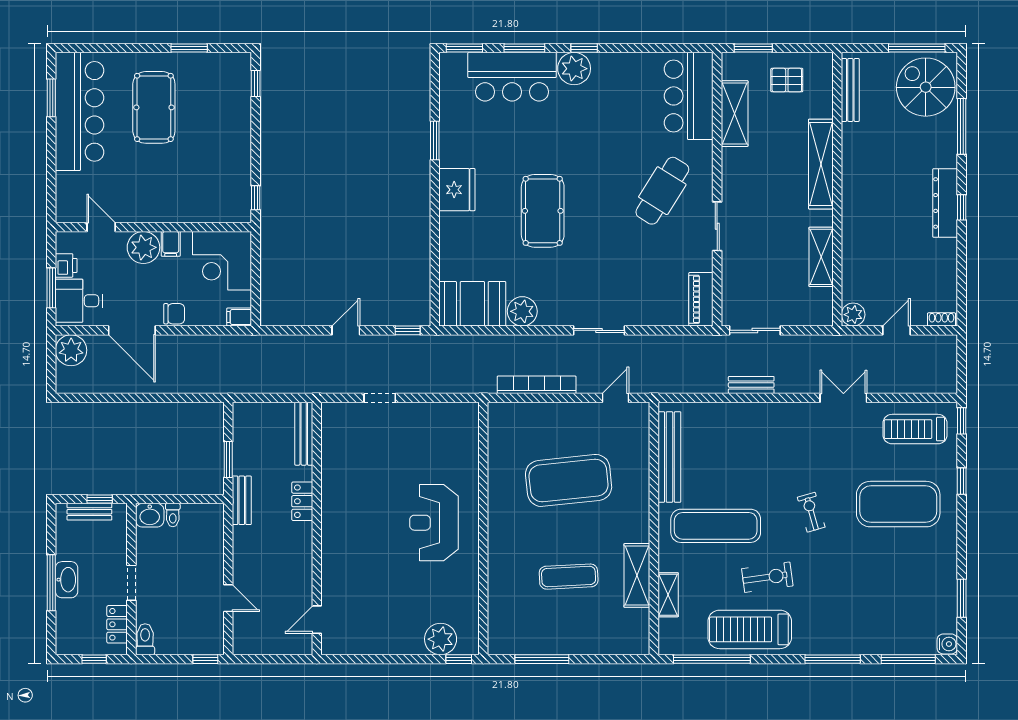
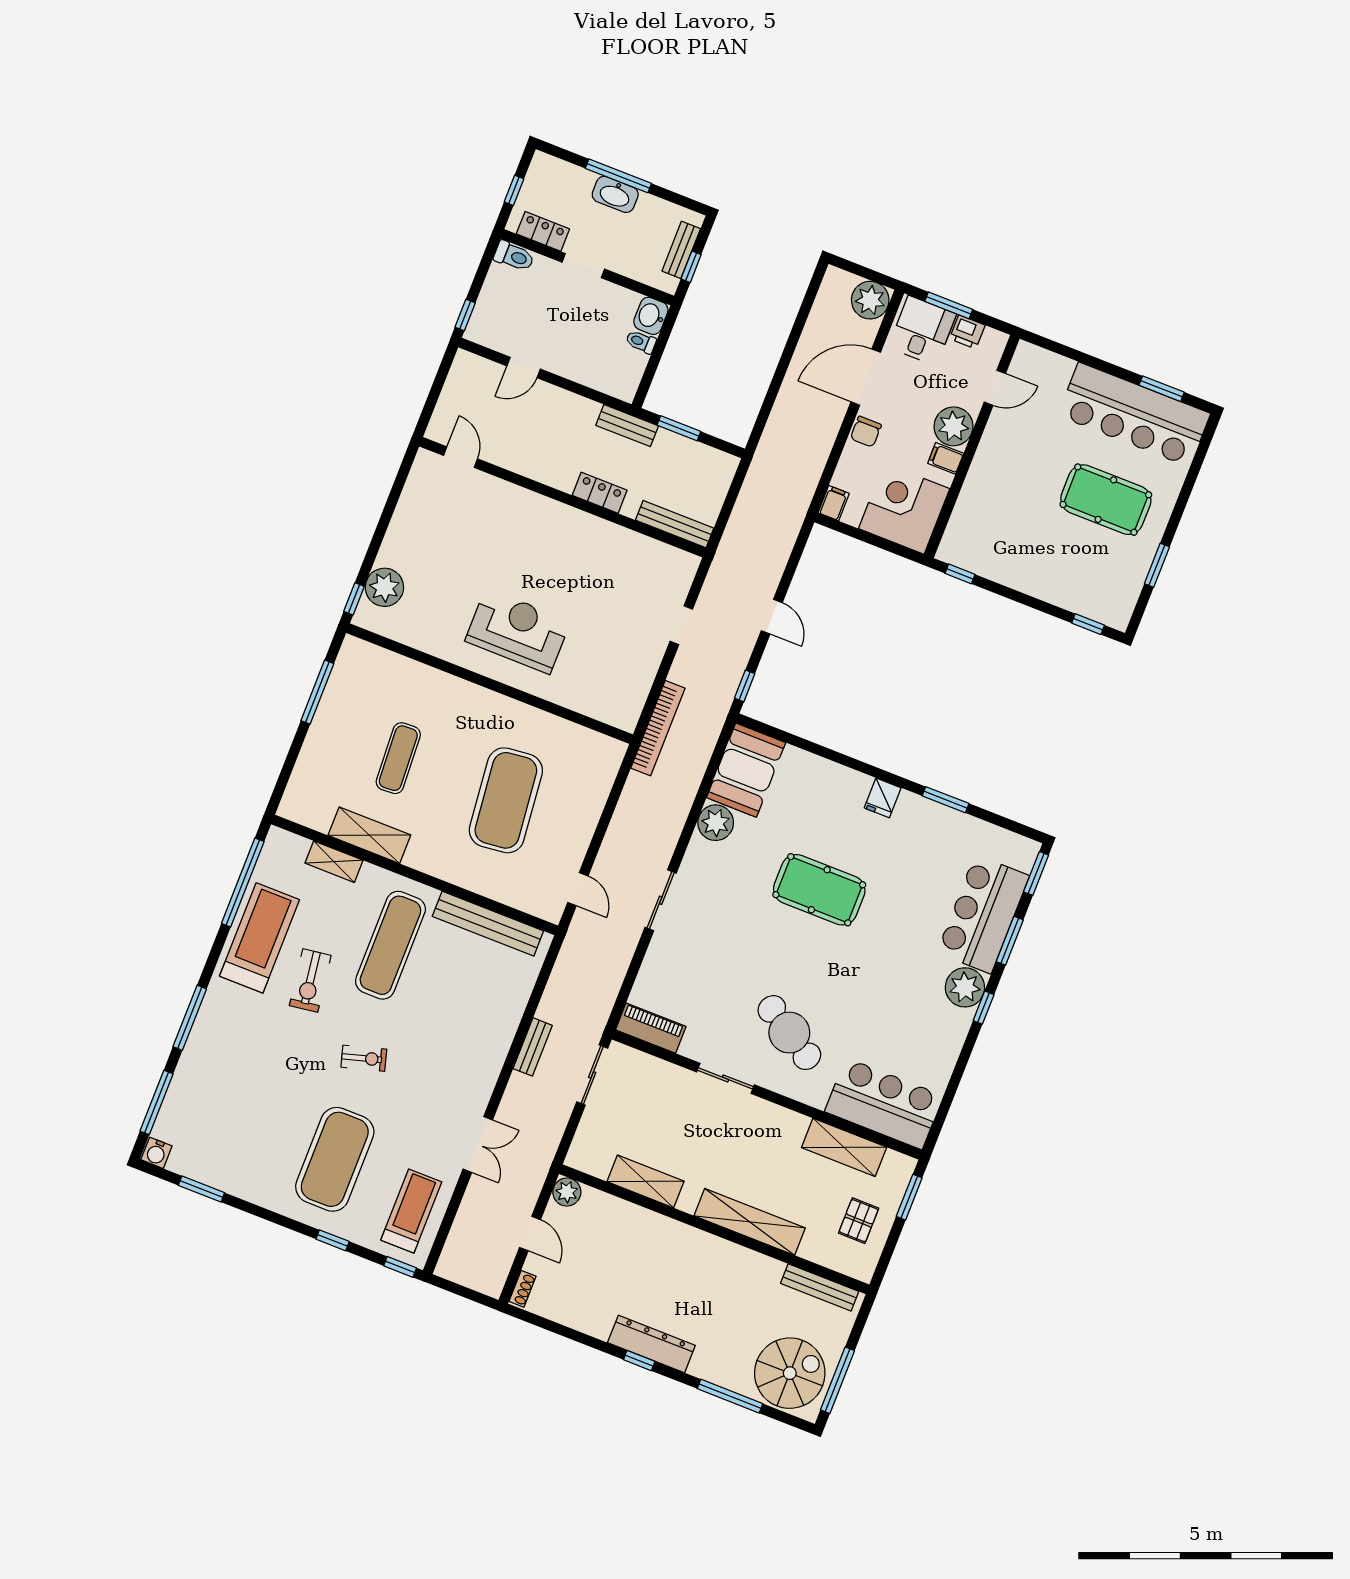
fridge: (457, 190) -> (883, 798), width x0.53, depth x0.75
bookcase: (537, 385) -> (658, 728), moved

